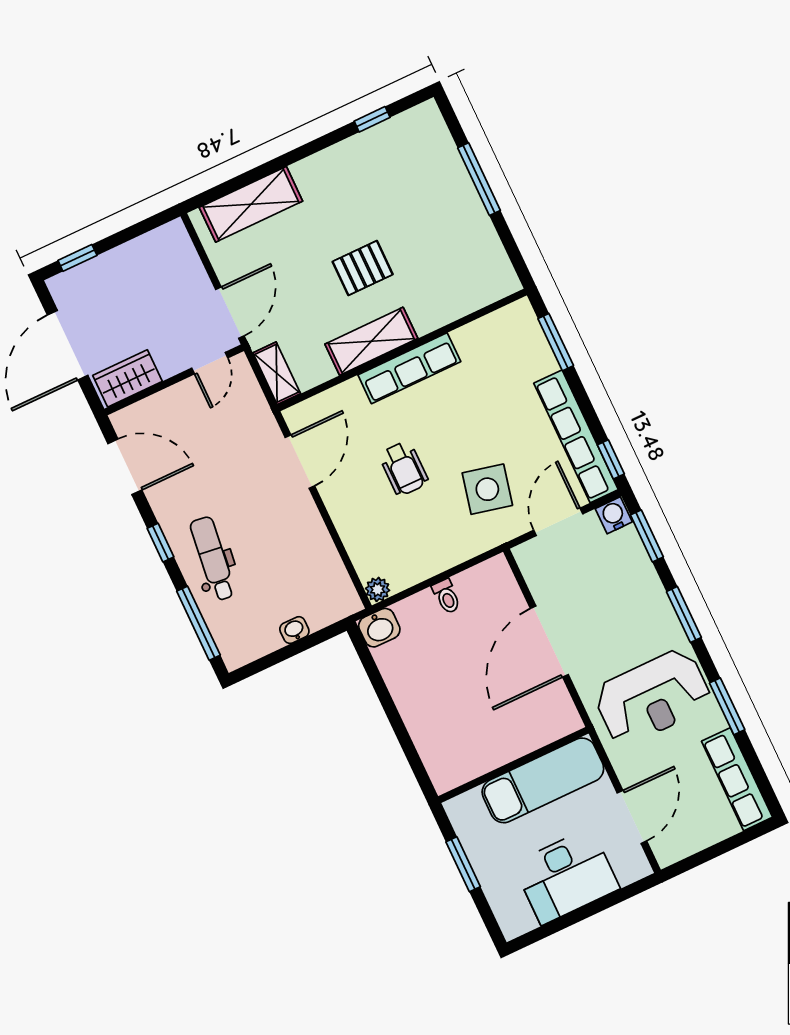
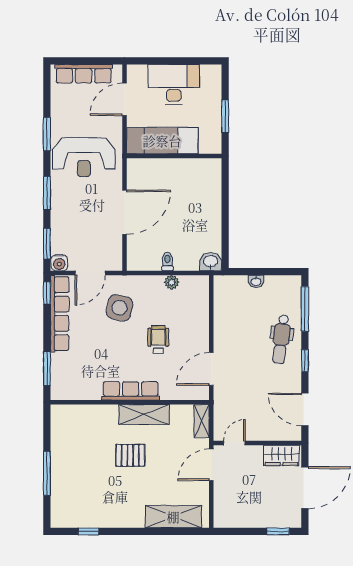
plant: (378, 589) -> (172, 282), moved
reception desk: (653, 697) -> (84, 157), turned 180
row of seats: (737, 779) -> (84, 74), moved, turned 90

